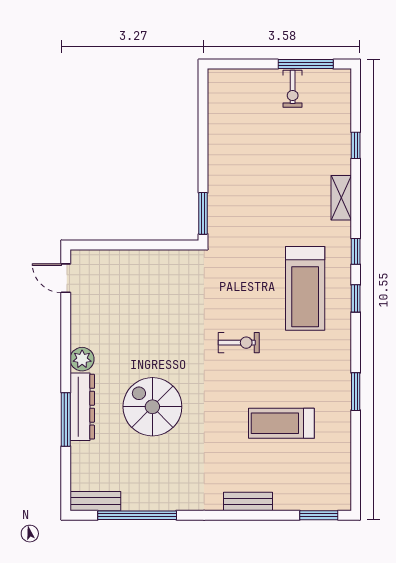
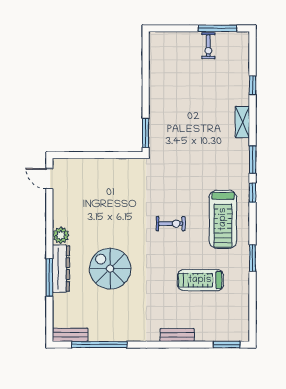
window: (356, 251) -> (253, 160), width x1.50
treadmill: (305, 288) -> (223, 219), moved

